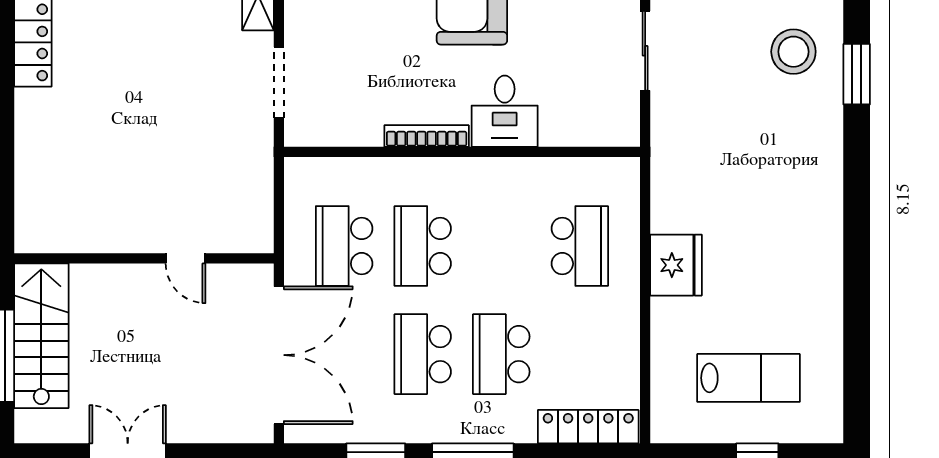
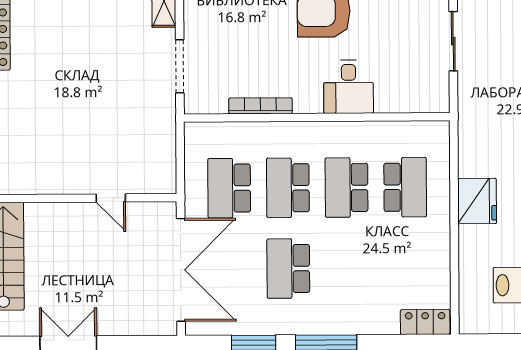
bookcase: (427, 136) -> (260, 106), moved
school desk: (501, 354) -> (347, 187), moved
locker: (588, 427) -> (425, 322), width x0.66

